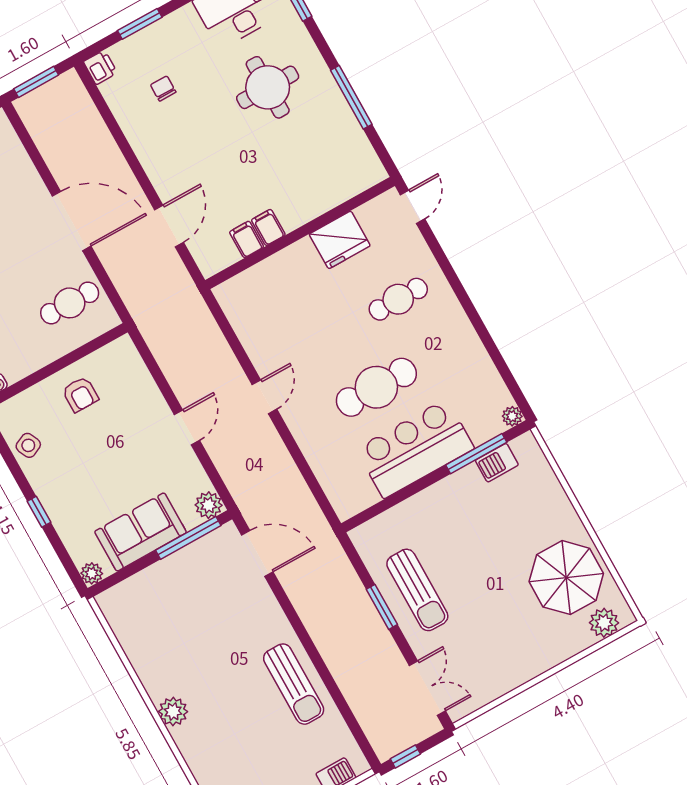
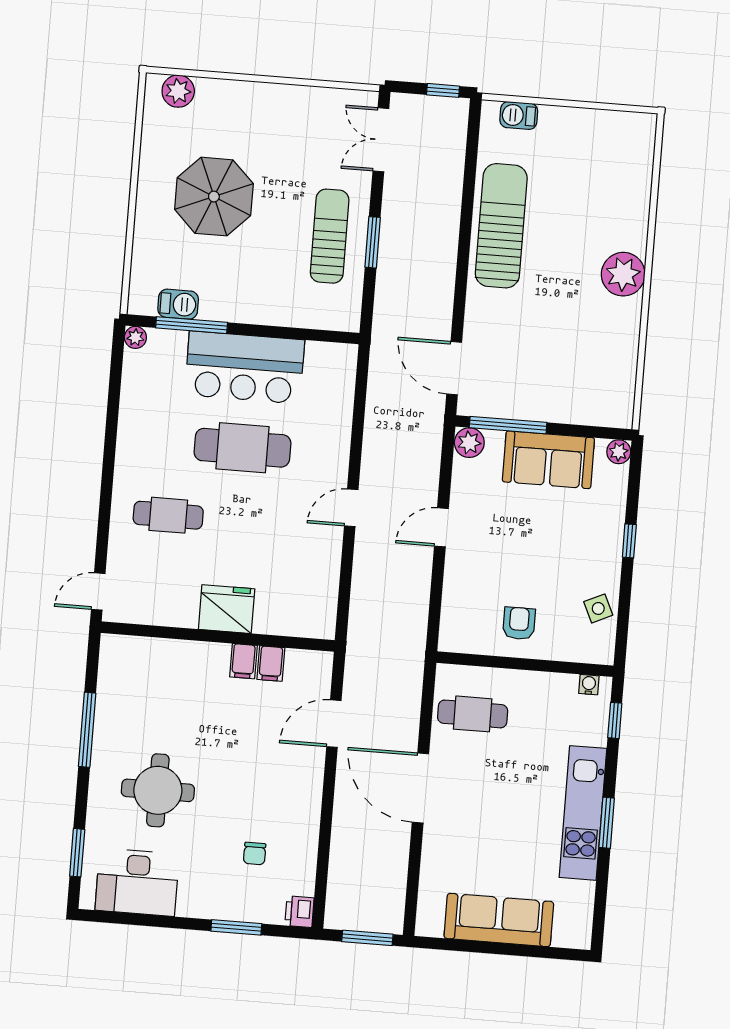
fridge: (340, 240) -> (227, 609), moved
parasol: (566, 578) -> (214, 197), moved
sun lounger: (294, 684) -> (501, 226), width x1.36, depth x1.34
plant: (173, 712) -> (623, 274), width x1.36, depth x1.36

